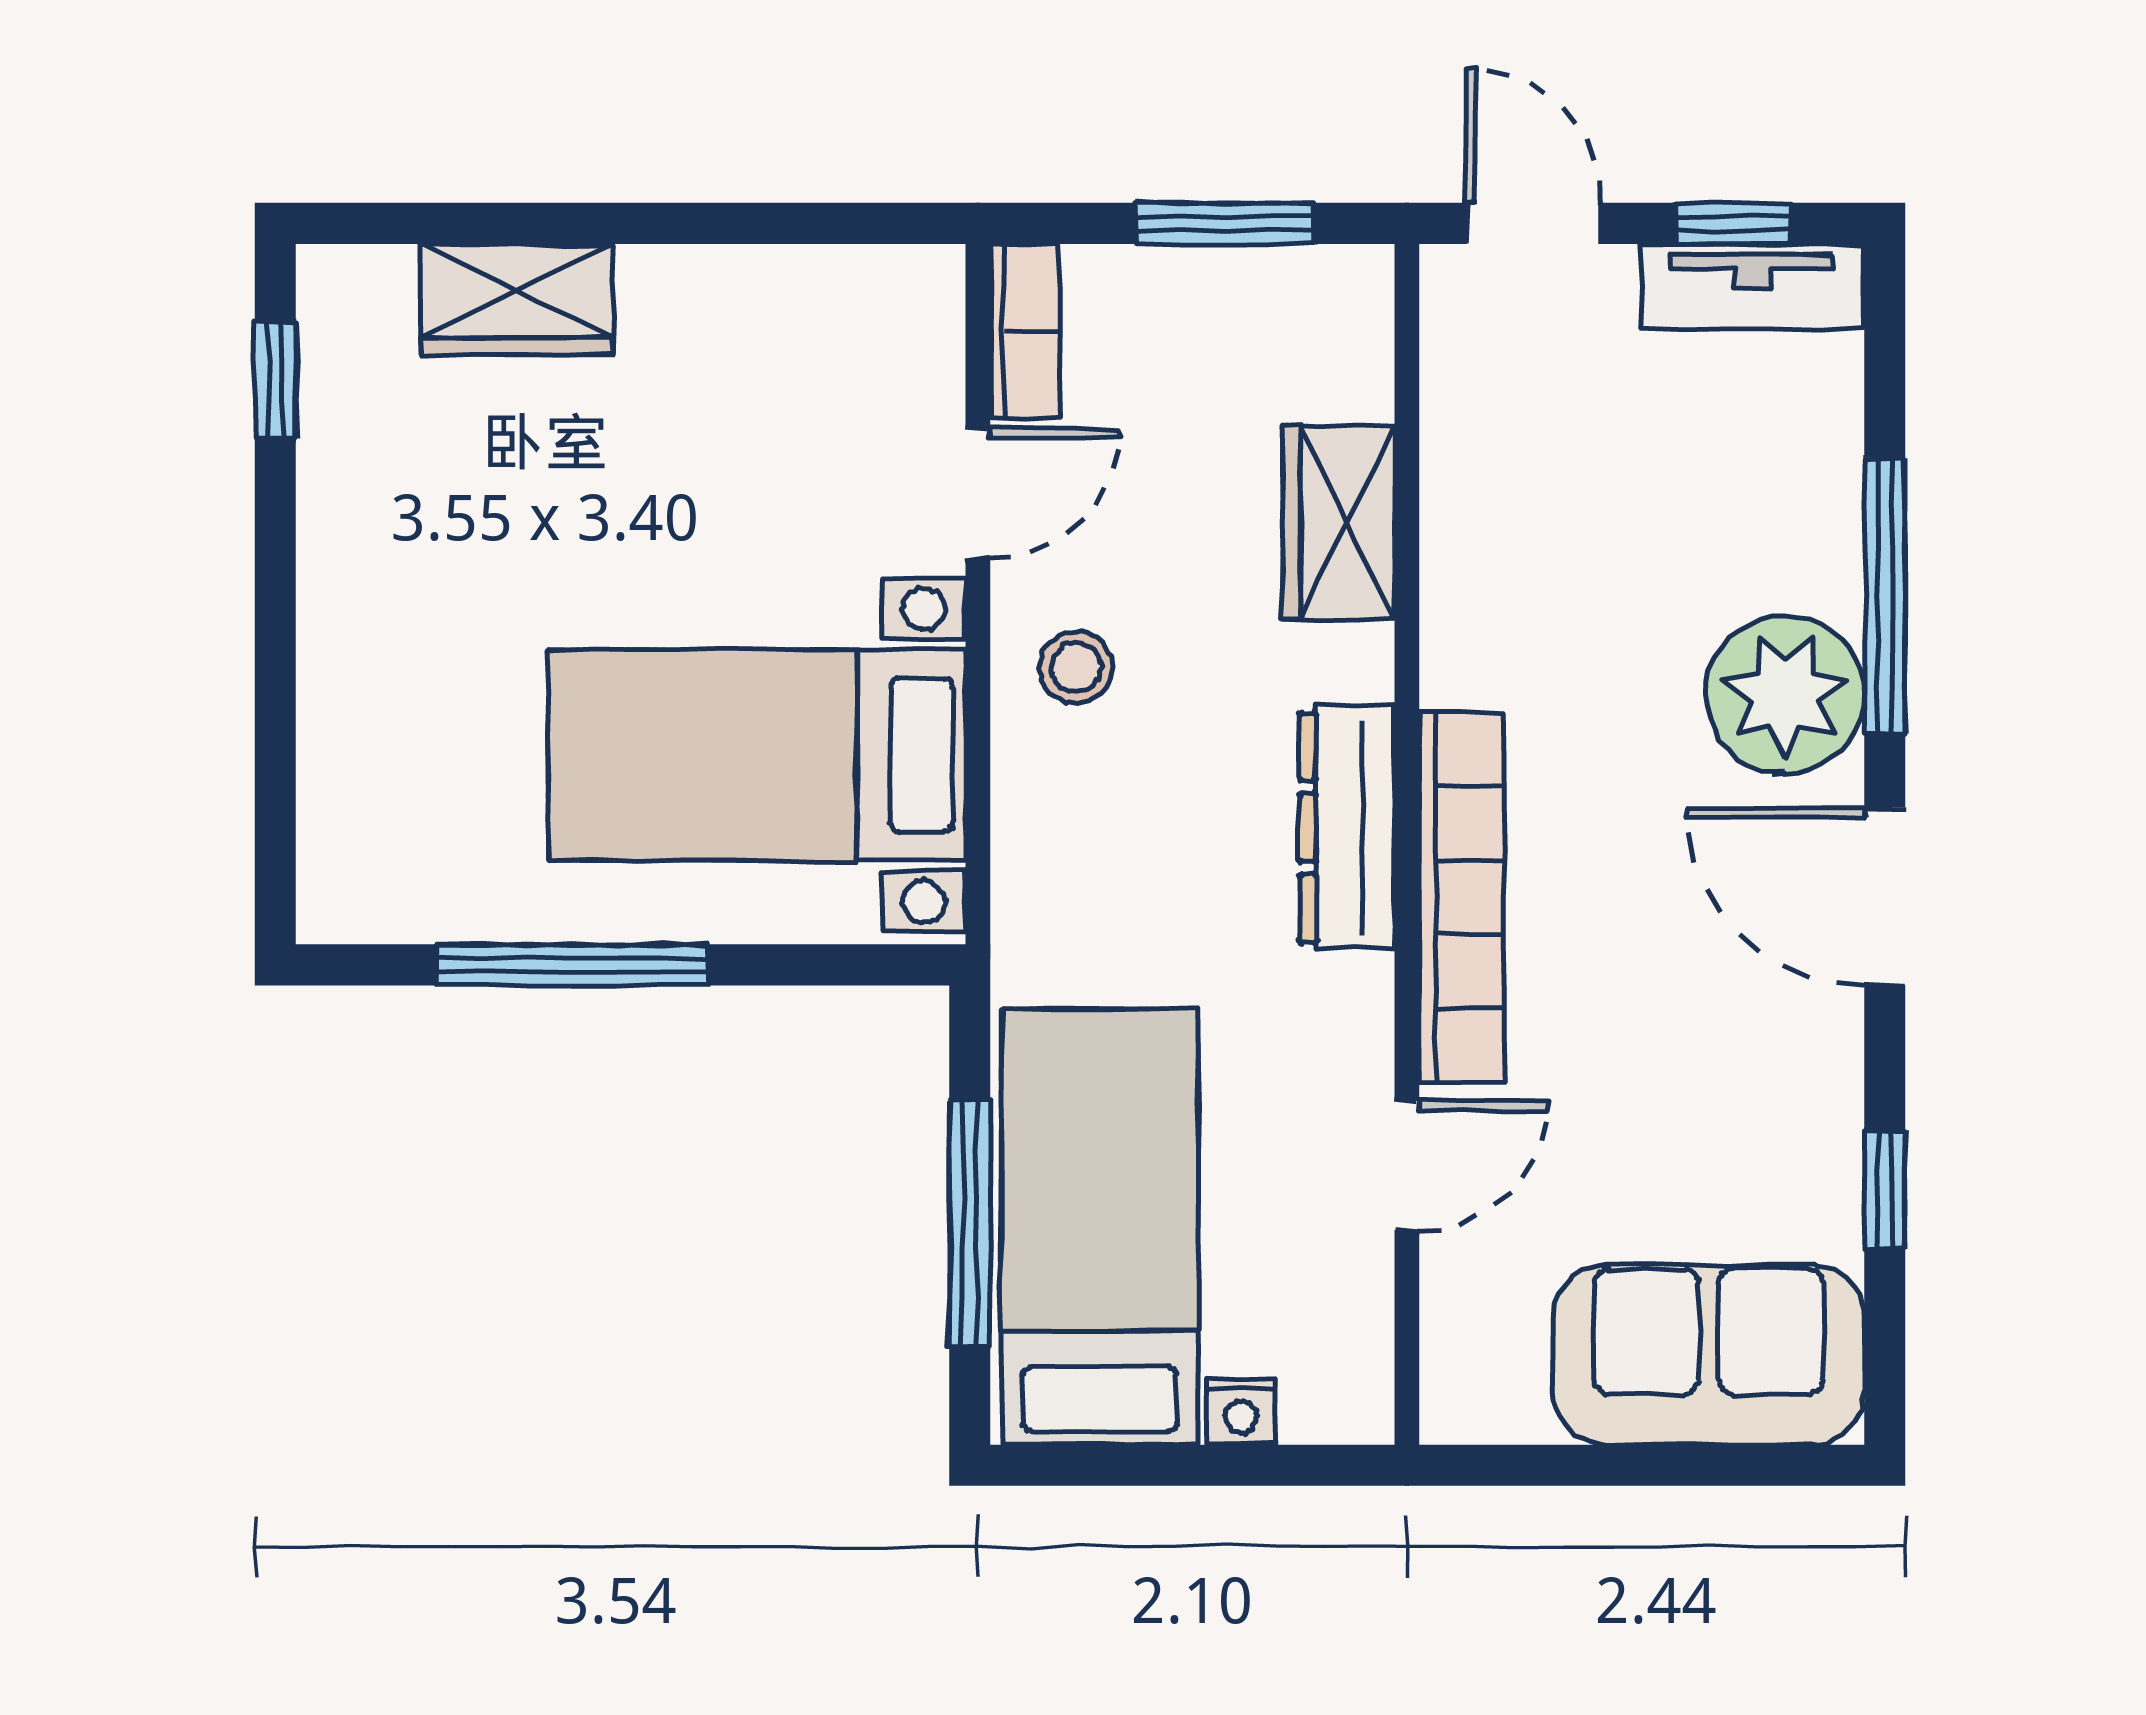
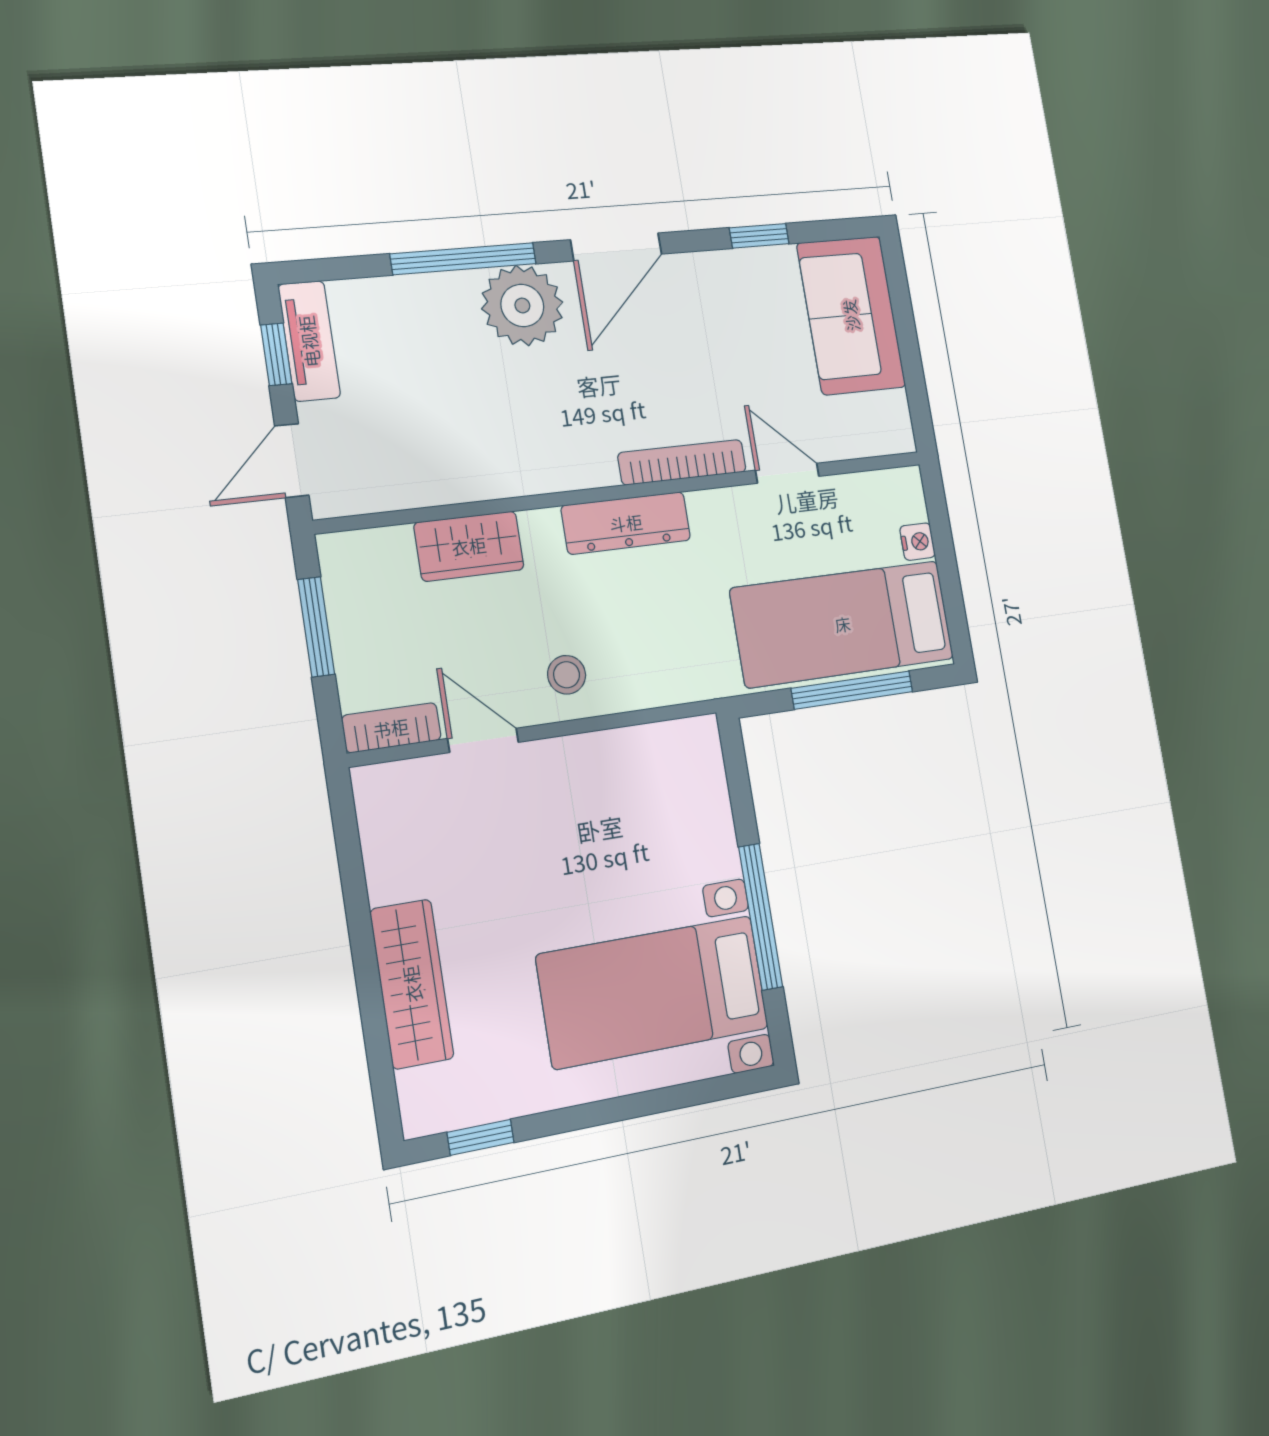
wardrobe: (517, 299) -> (412, 984), width x1.50
bed with nightstands: (757, 755) -> (653, 992), moved, turned 90
bookcase: (1461, 897) -> (682, 462), width x0.68, depth x0.76

